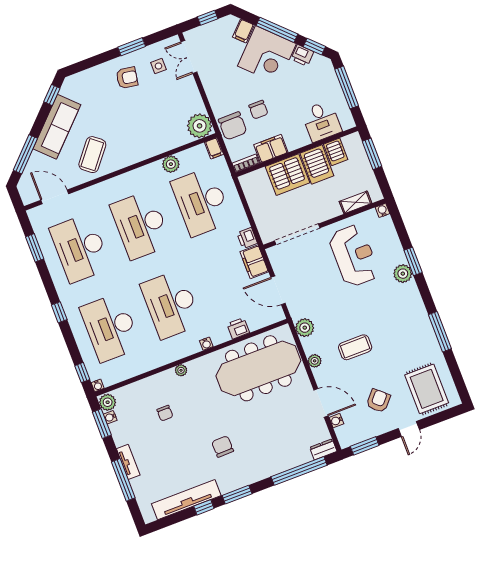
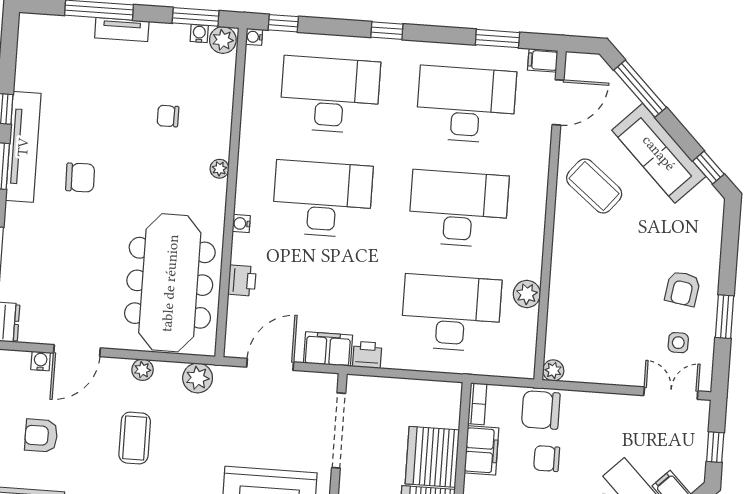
plant: (200, 126) -> (553, 370), width x0.53, depth x0.53
filing cabinet: (214, 148) -> (543, 60), moved
armchair: (378, 401) -> (41, 436), turned 138
tv unit: (186, 500) -> (23, 147), moved

